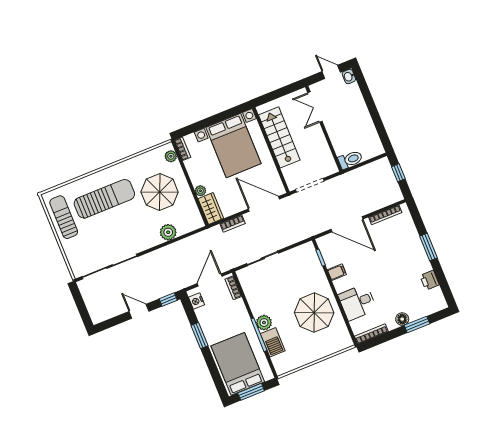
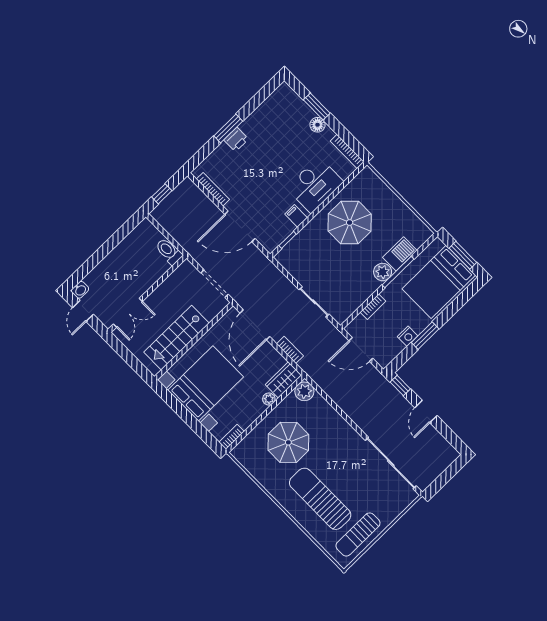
plant: (171, 156) -> (245, 446), removed
door: (347, 224) -> (240, 226), swing flipped
plant: (168, 232) -> (304, 391), moved
printer: (430, 280) -> (236, 139), moved
bookcase: (233, 288) -> (373, 307), moved
nightstand: (197, 301) -> (408, 336), moved
desk: (357, 302) -> (315, 185), width x1.37

